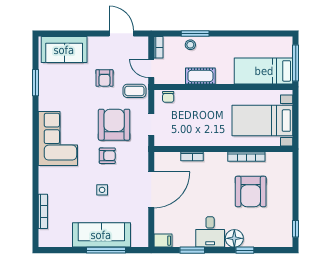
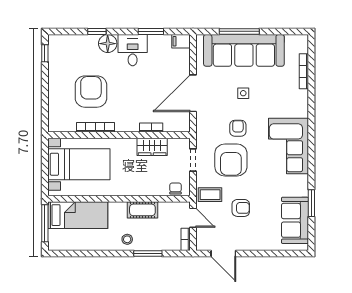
stool: (190, 45) -> (127, 239), moved
sofa: (64, 50) -> (295, 220), moved, turned -90
armchair: (104, 78) -> (241, 208), turned 90
wardrobe: (191, 138) -> (152, 147), added
armchair: (107, 156) -> (238, 128), turned 90
sofa: (101, 235) -> (244, 50), width x1.36, depth x1.27

